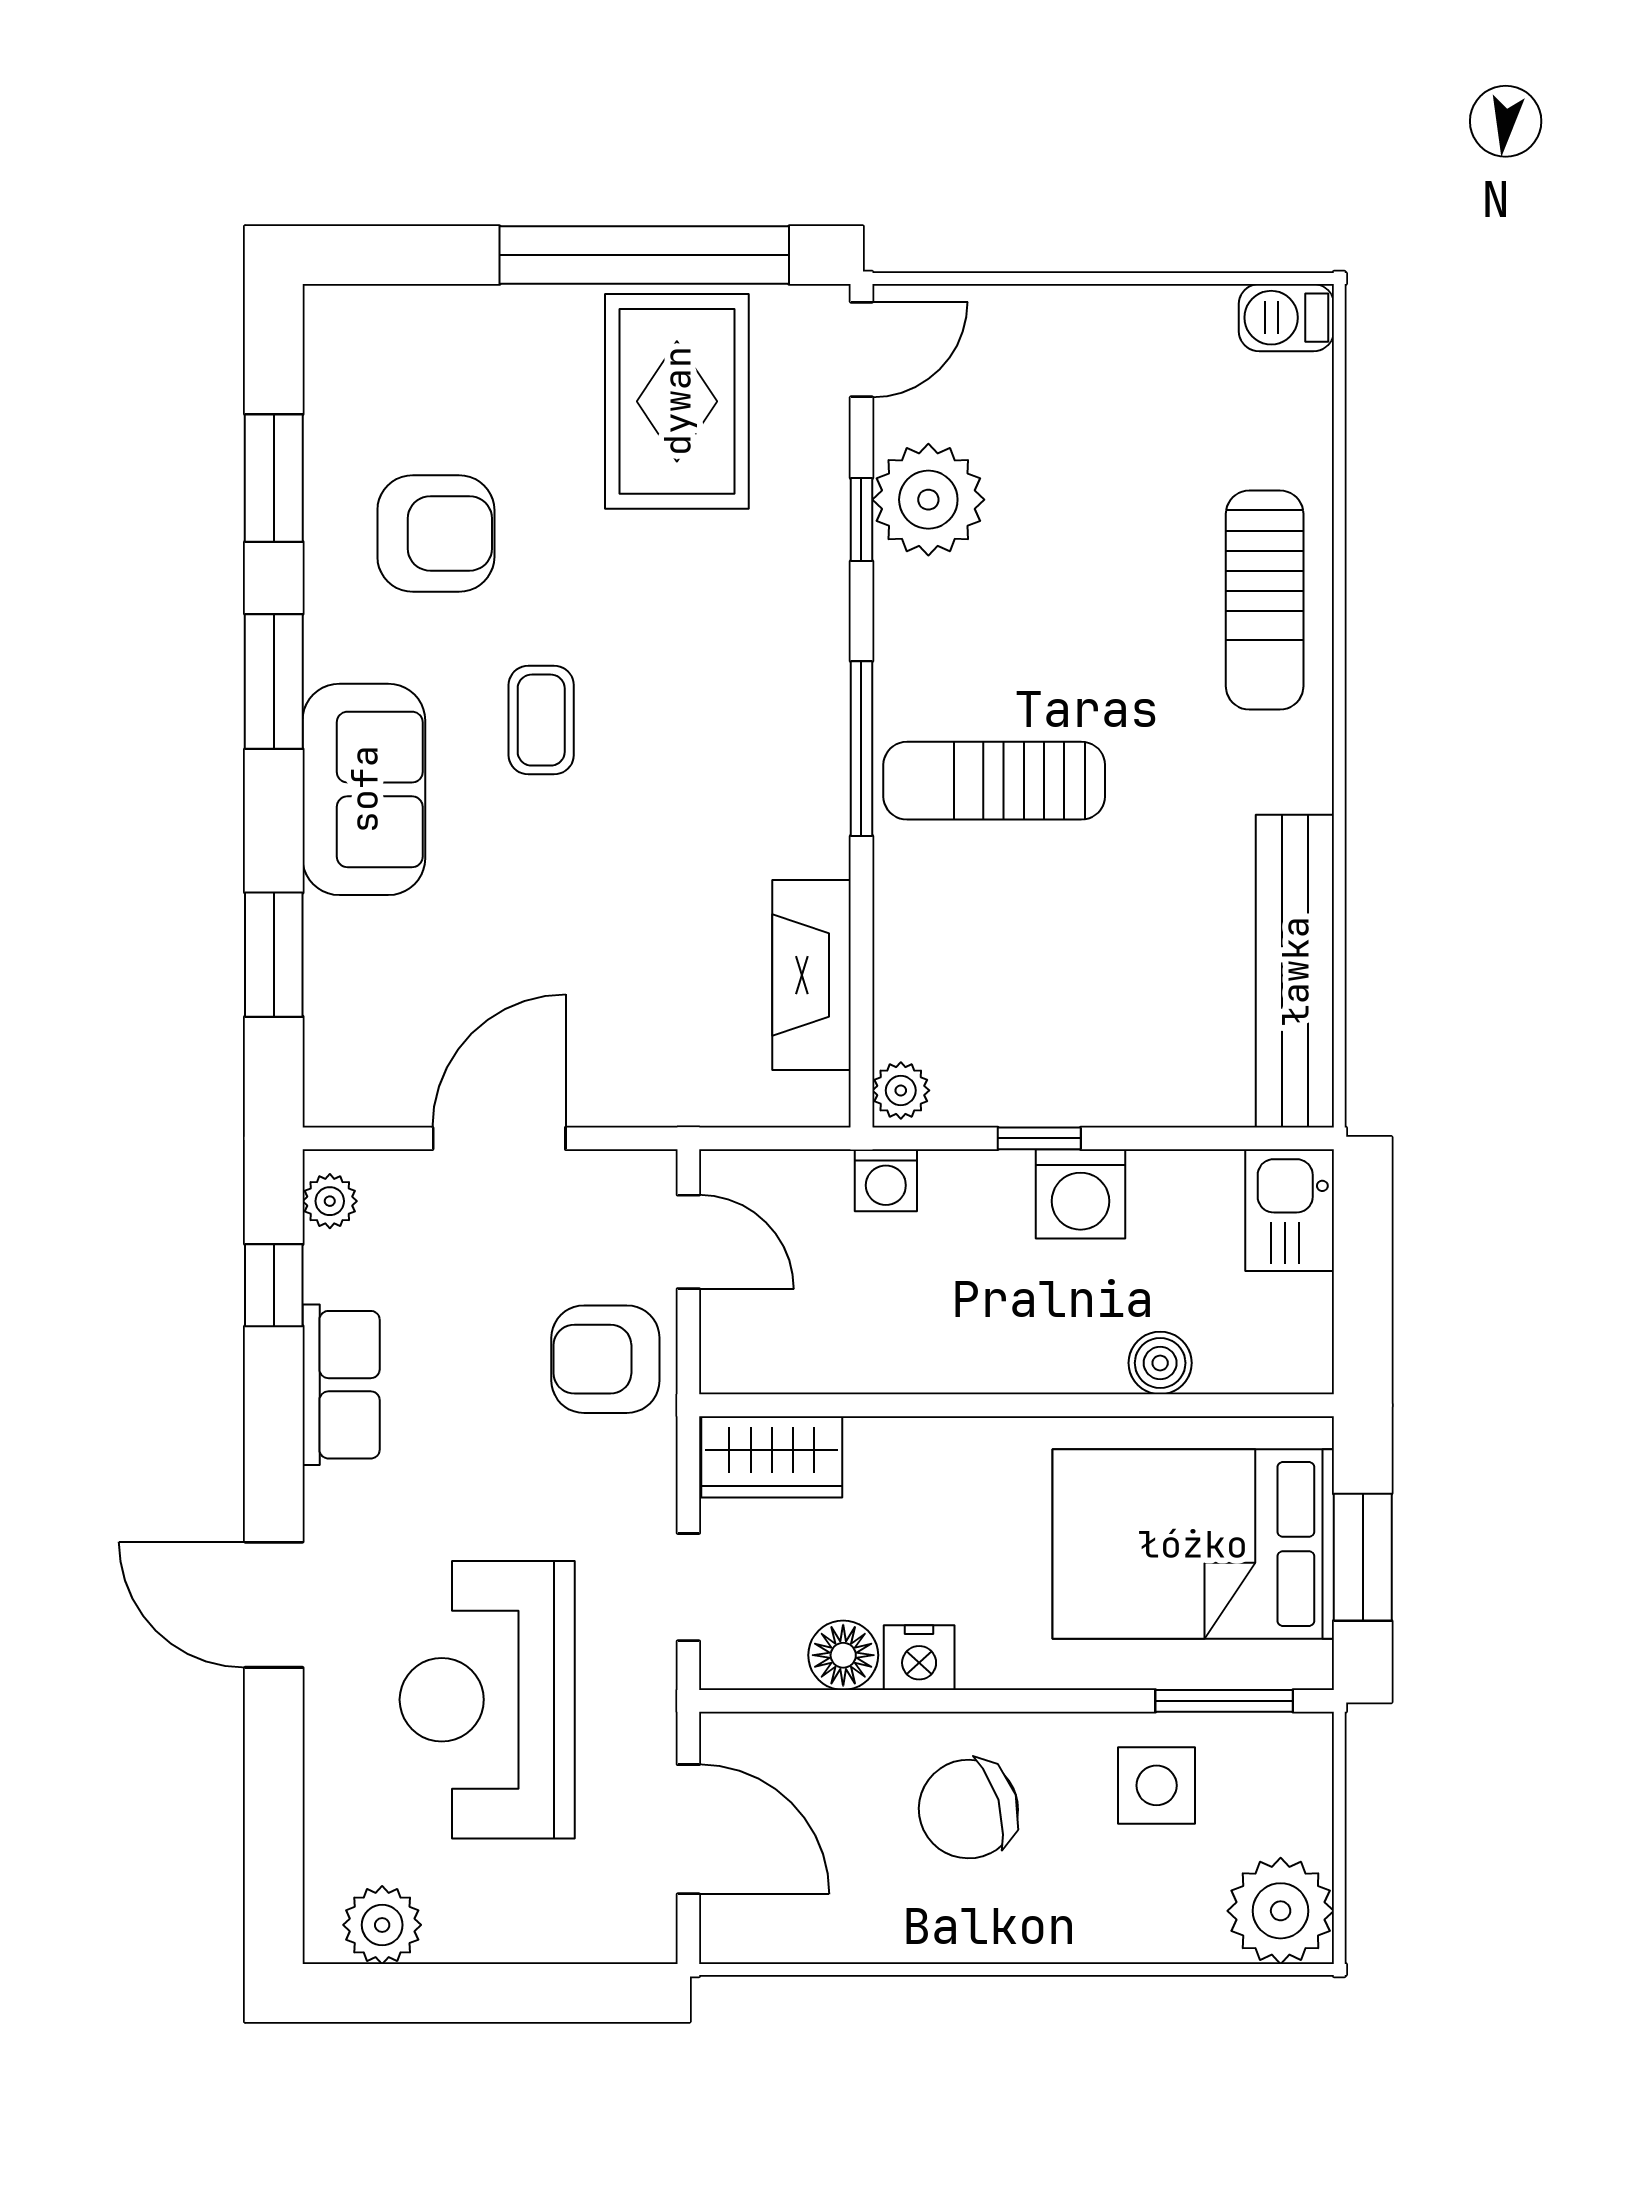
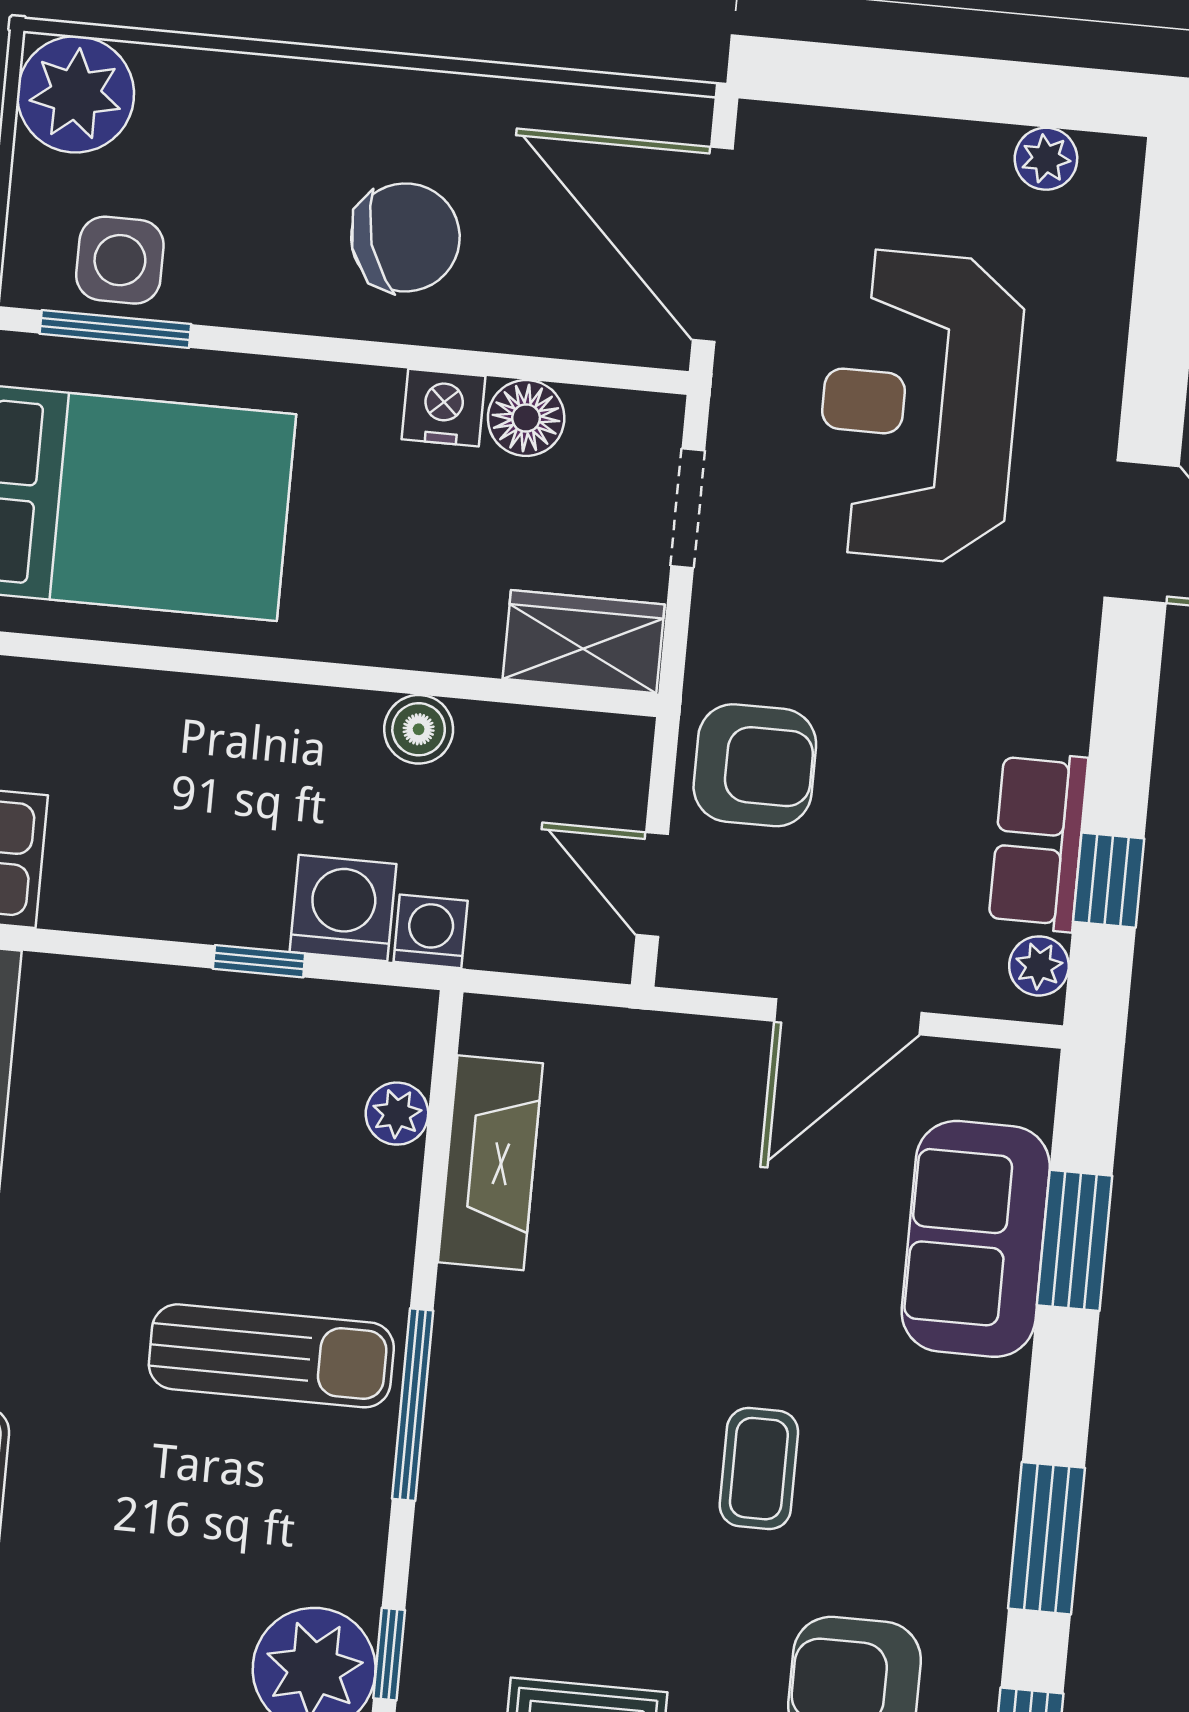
sofa: (364, 789) -> (976, 1239), moved
plant: (901, 1090) -> (397, 1114), moved
washing machine: (1080, 1194) -> (343, 908), moved
boiler: (1160, 1363) -> (419, 729), moved
row of seats: (341, 1385) -> (1038, 841), moved
reception desk: (487, 1700) -> (919, 406), turned 180
side table: (1157, 1785) -> (120, 260), moved
door: (688, 1829) -> (713, 244), width x1.36
plant: (382, 1925) -> (1046, 159), width x0.73, depth x0.73

